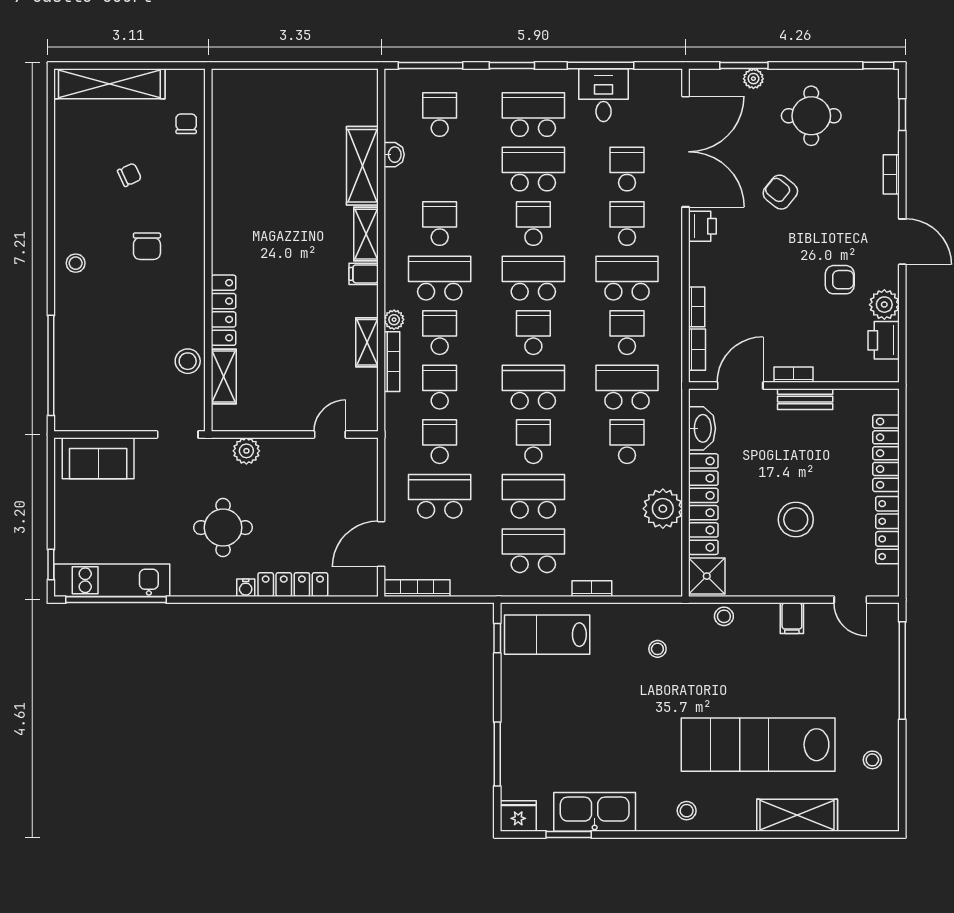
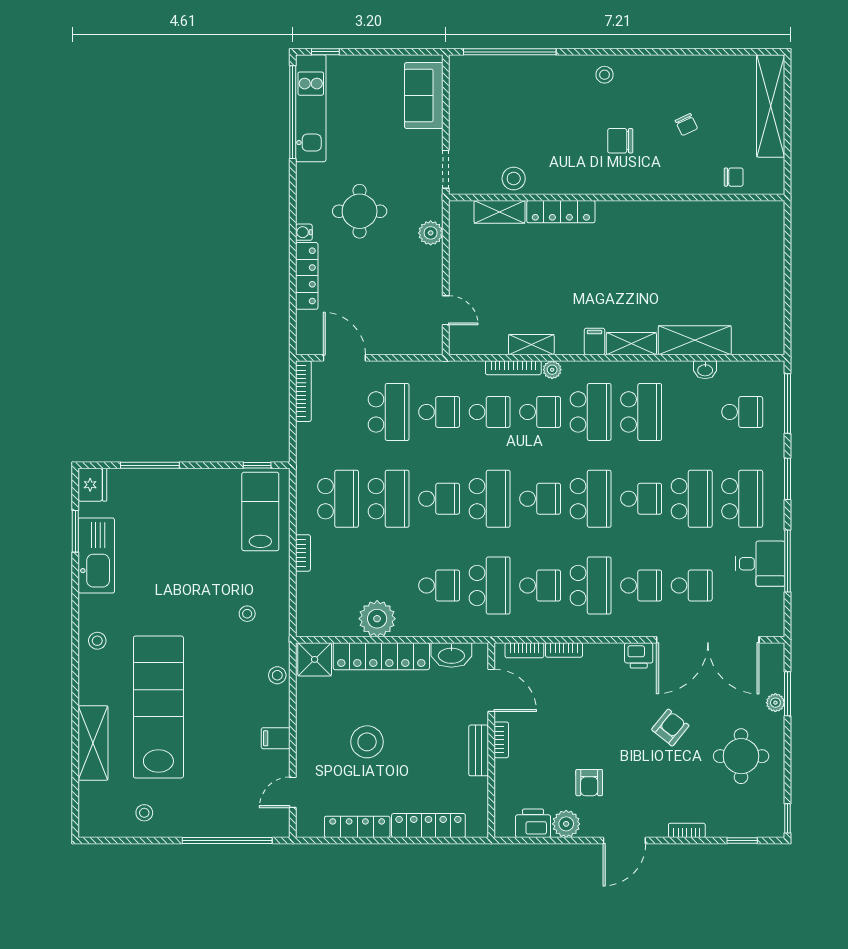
school desk: (440, 224) -> (641, 412), width x1.85

